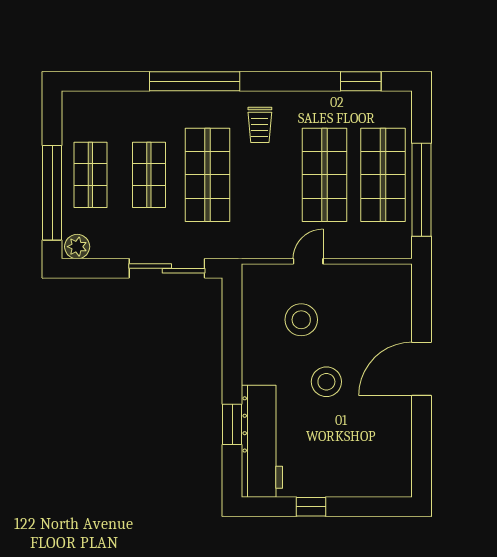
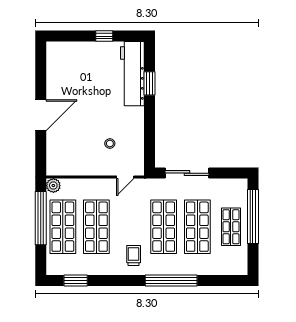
shop shelf: (149, 175) -> (197, 227), width x1.43, depth x1.36
plant: (77, 247) -> (53, 186), moved
door: (308, 261) -> (125, 177), moved
stool: (301, 320) -> (110, 144), width x0.53, depth x0.53
stool: (326, 382) -> (95, 108), removed

